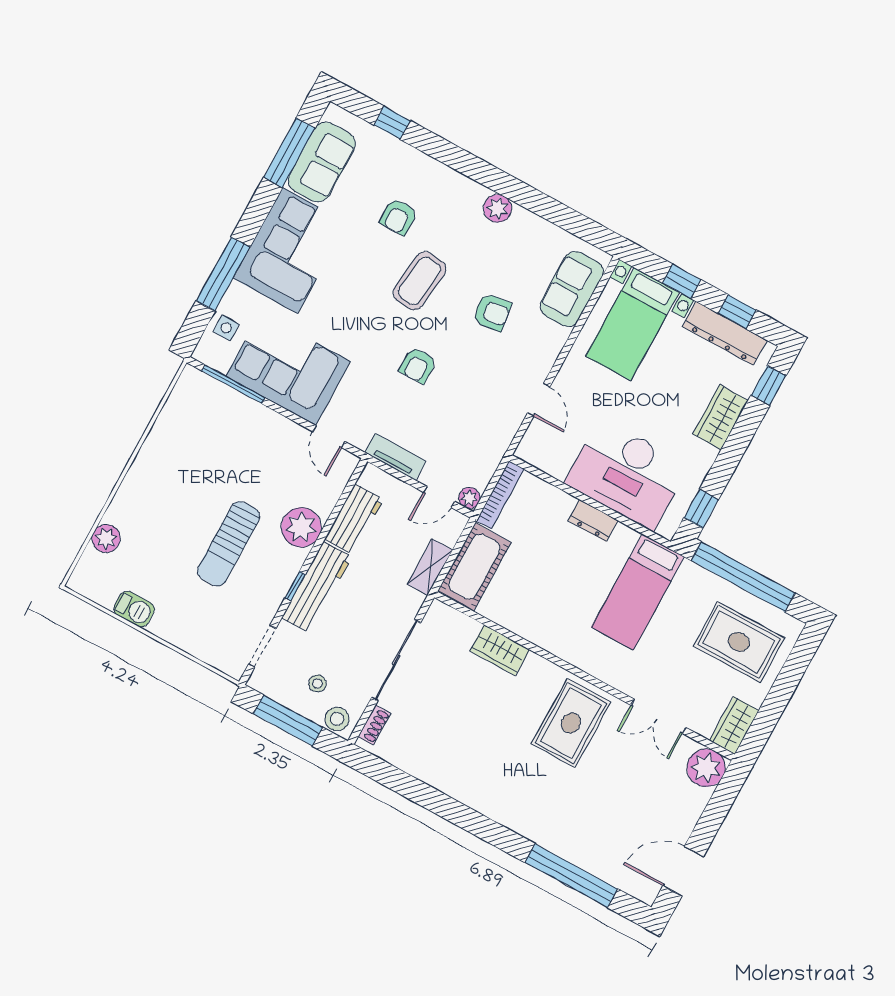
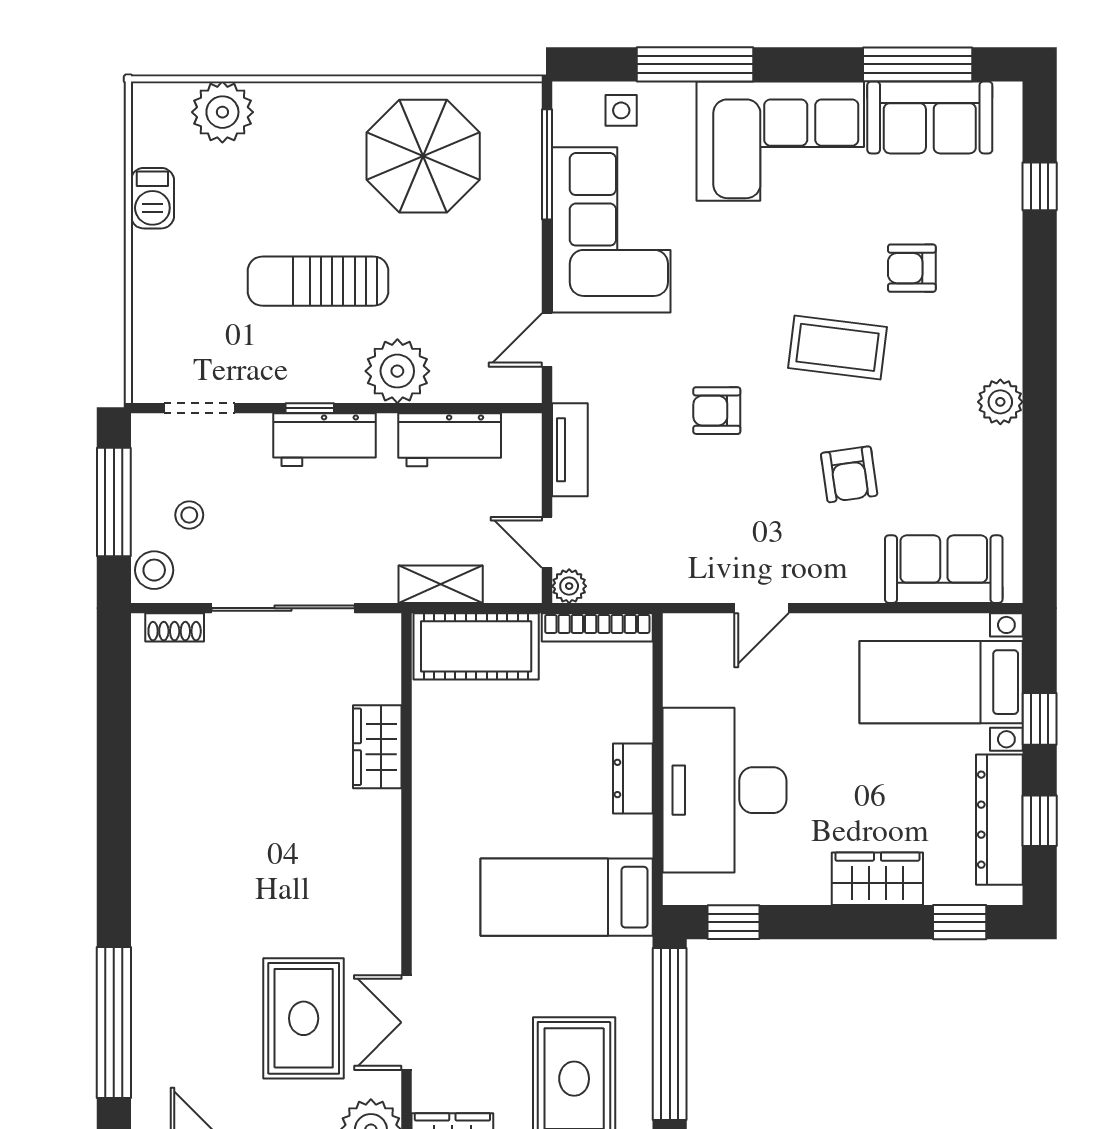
parasol: (192, 449) -> (423, 156), added
plant: (106, 538) -> (222, 112), width x1.36, depth x1.36
workbench: (317, 587) -> (325, 440), width x0.73
rug: (571, 723) -> (304, 1018), moved, turned 90

